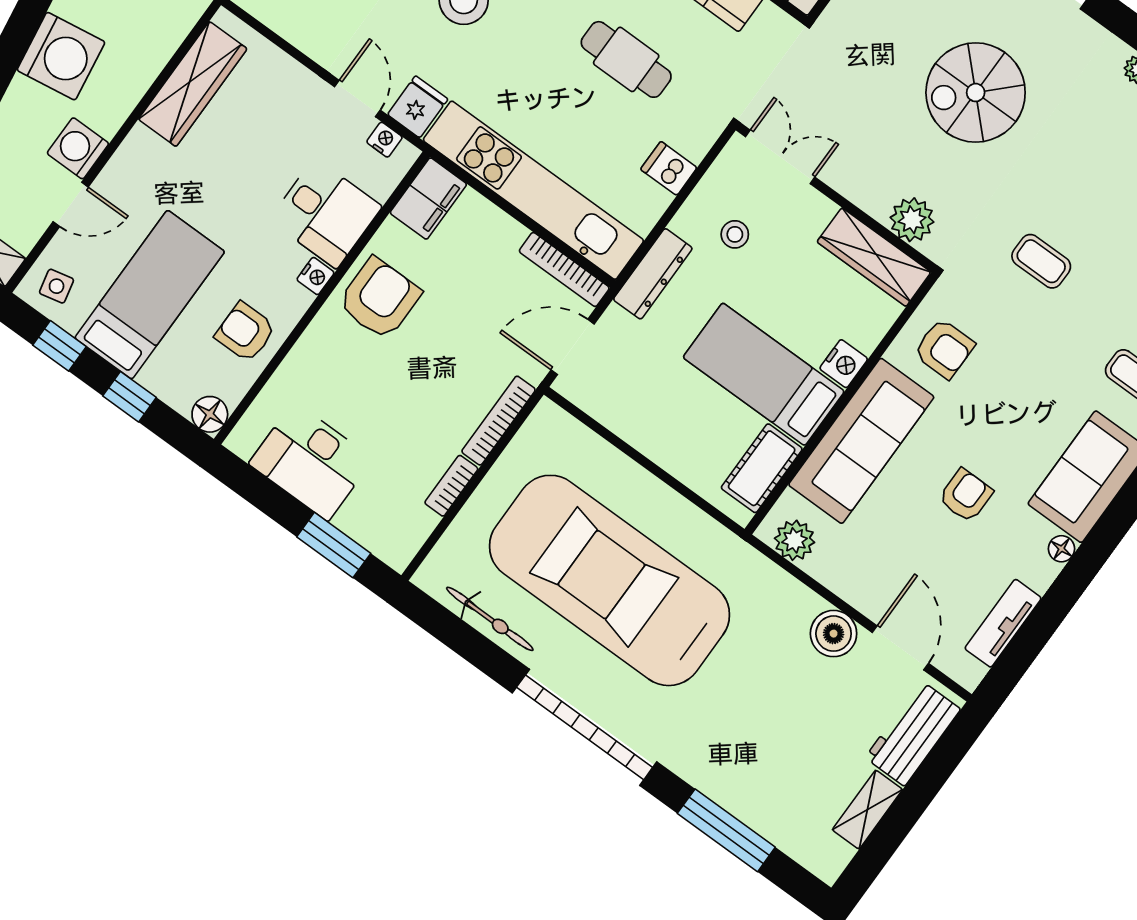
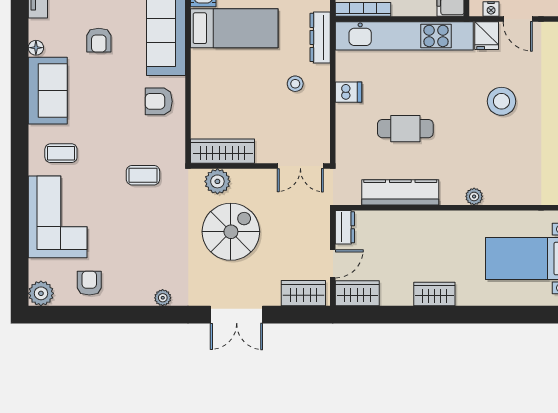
double door: (780, 157) -> (300, 166), moved
wall: (836, 198) -> (260, 166), moved
plant: (912, 220) -> (217, 181), moved
wardrobe: (874, 257) -> (223, 151), moved
nightstand: (844, 364) -> (200, 60), removed

